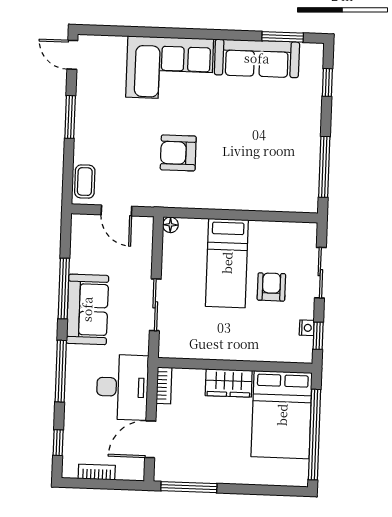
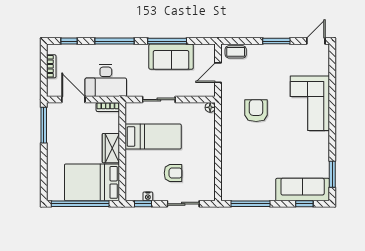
sofa: (257, 58) -> (303, 190), moved, turned 90
bed: (227, 263) -> (153, 137), moved, turned 180
sofa: (87, 309) -> (171, 57), moved

